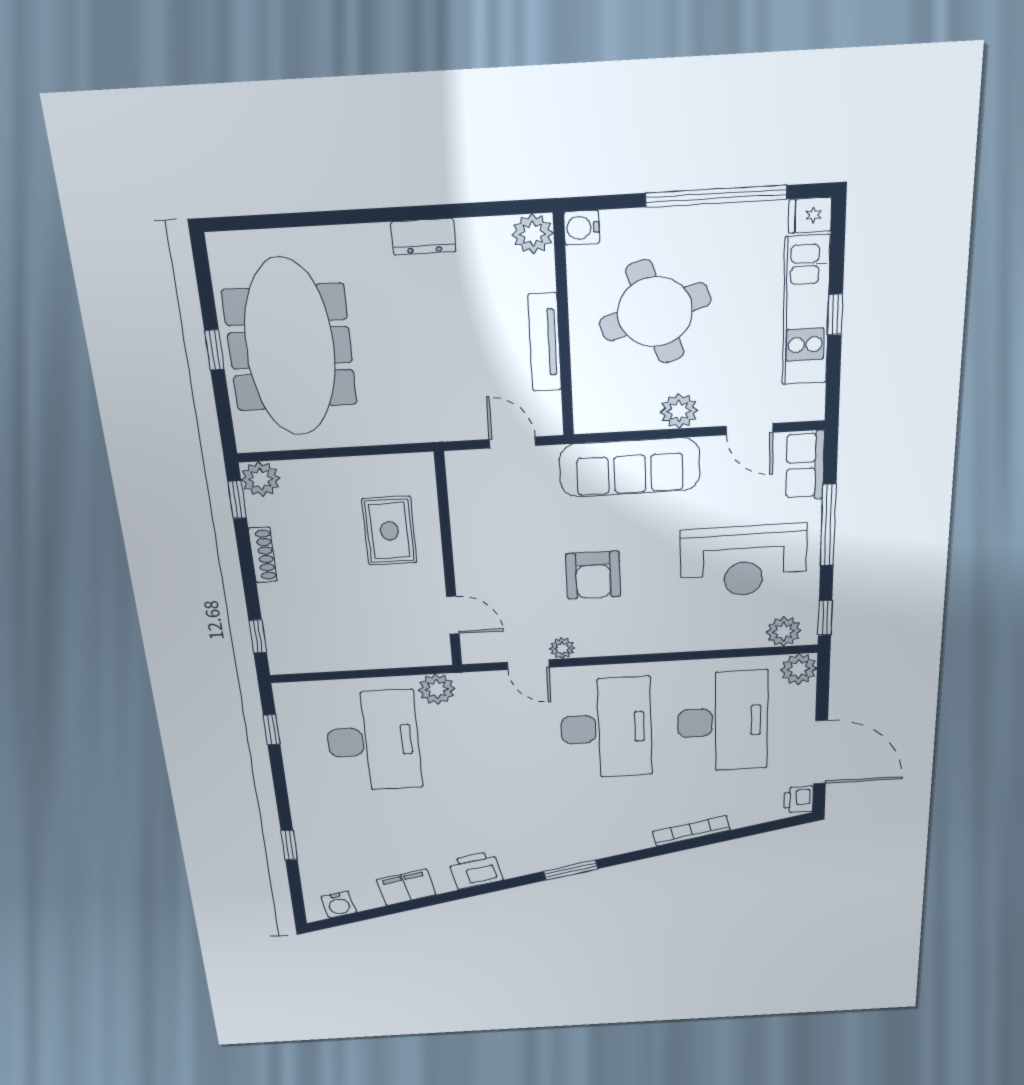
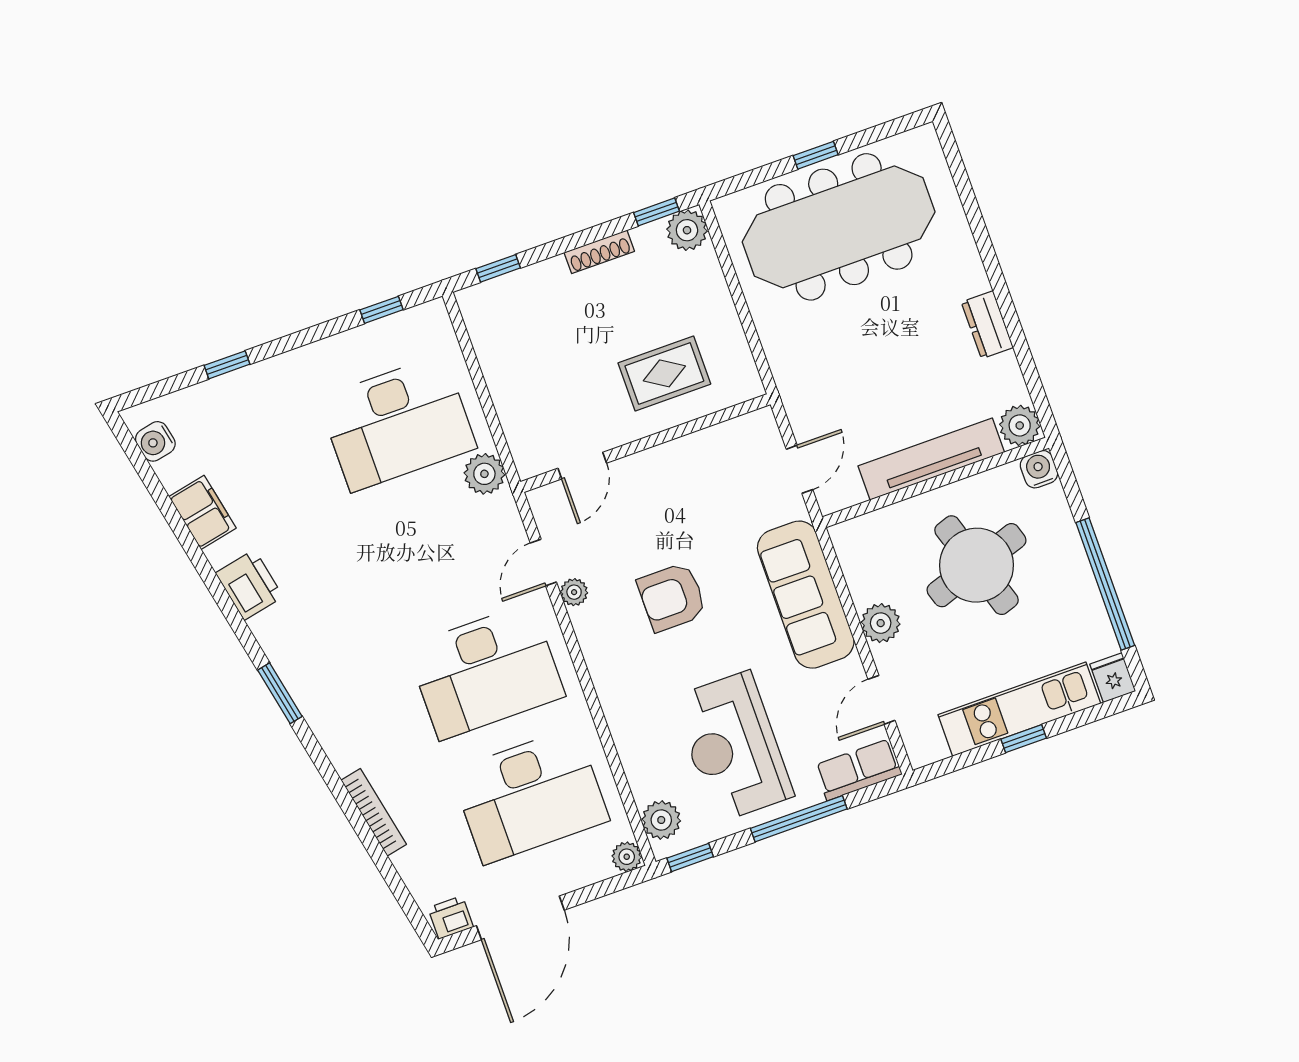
tv unit: (545, 342) -> (931, 459), width x1.36, depth x1.29
plant: (799, 669) -> (627, 857), width x0.73, depth x0.73

